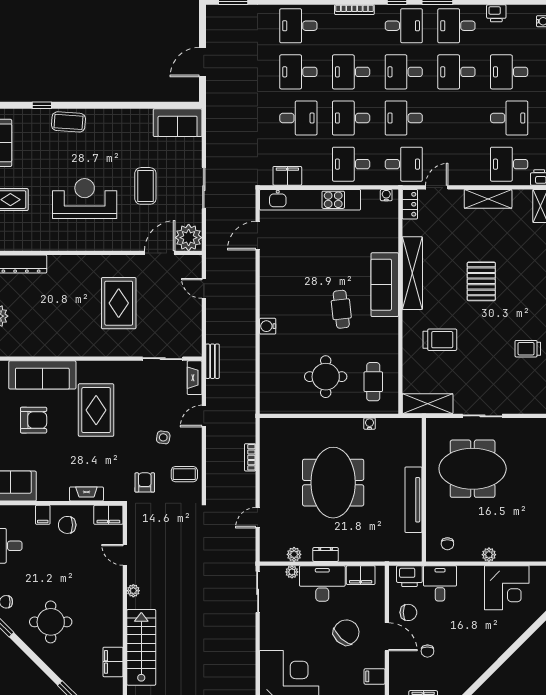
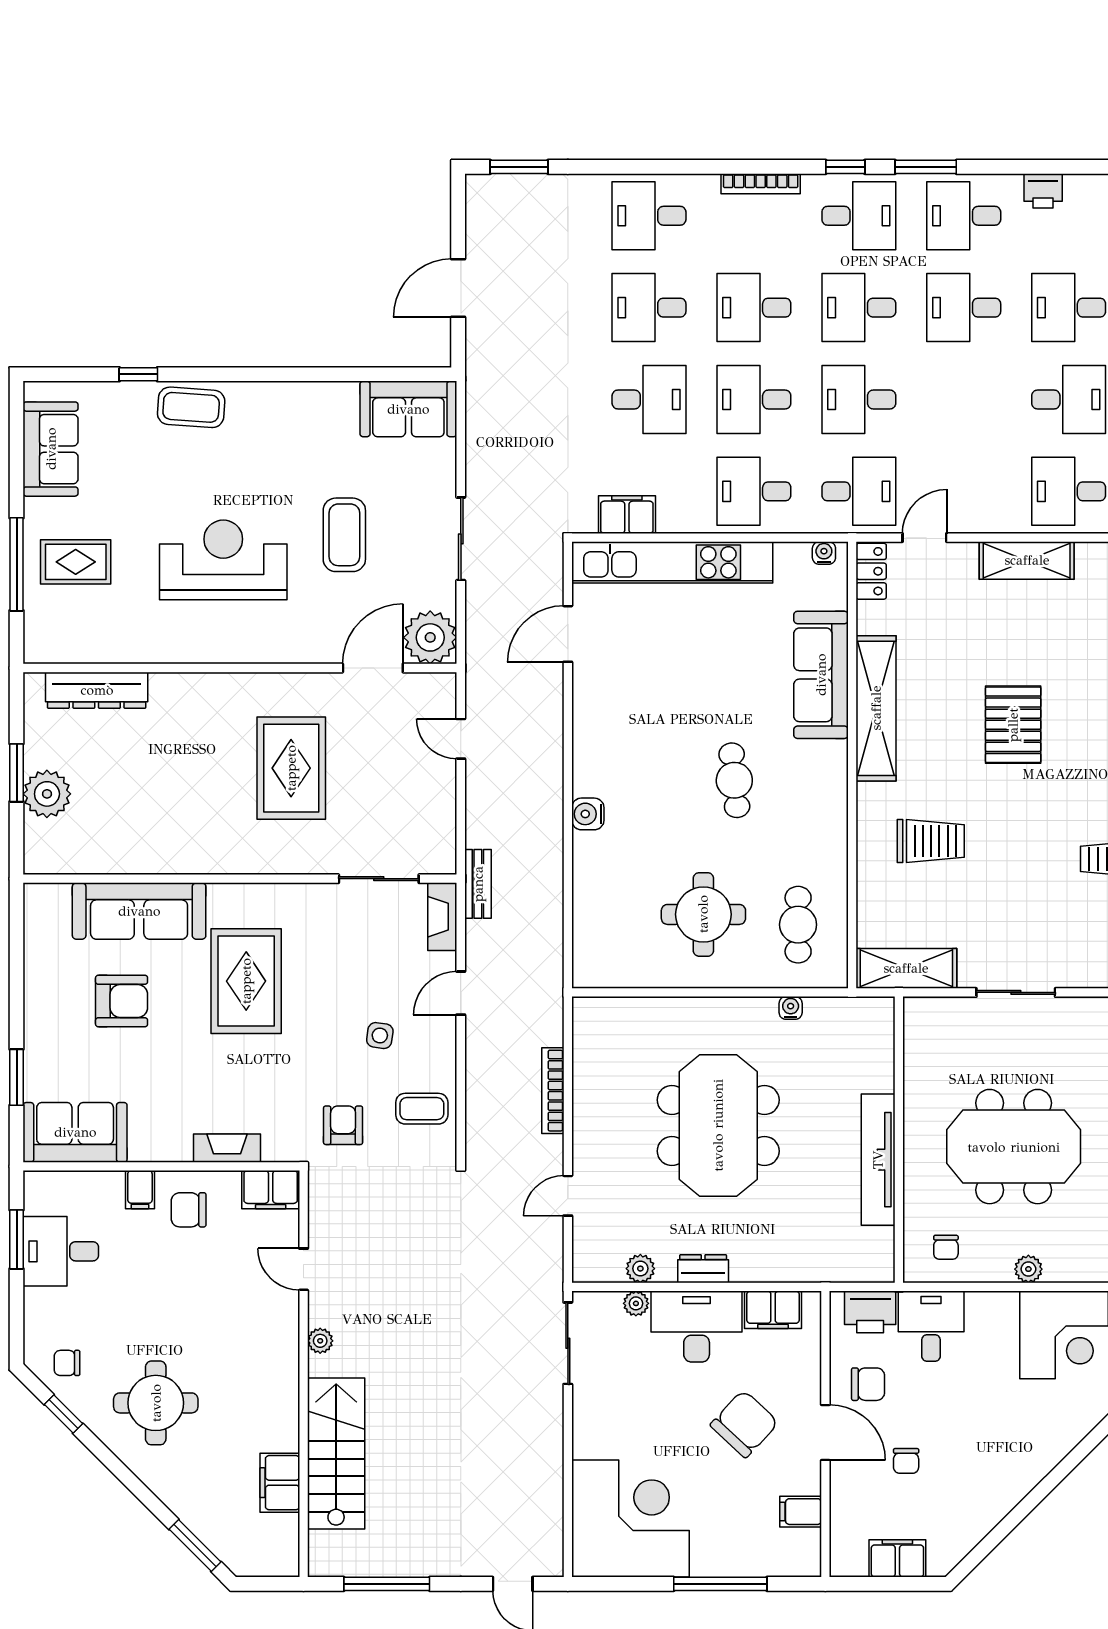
sofa: (385, 285) -> (821, 675), moved
bookcase: (250, 457) -> (553, 1091), width x1.56
meeting table: (473, 469) -> (1014, 1147), moved

